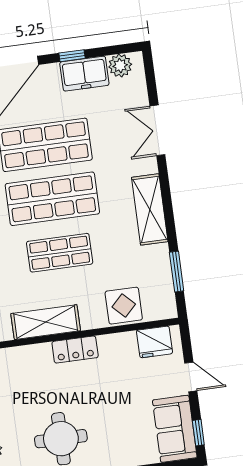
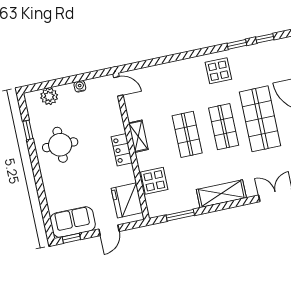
shop shelf: (52, 199) -> (224, 127), width x0.70, depth x0.74
shelving: (46, 322) -> (138, 136), width x0.67, depth x0.75
fridge: (154, 342) -> (127, 200), width x1.36, depth x1.34

